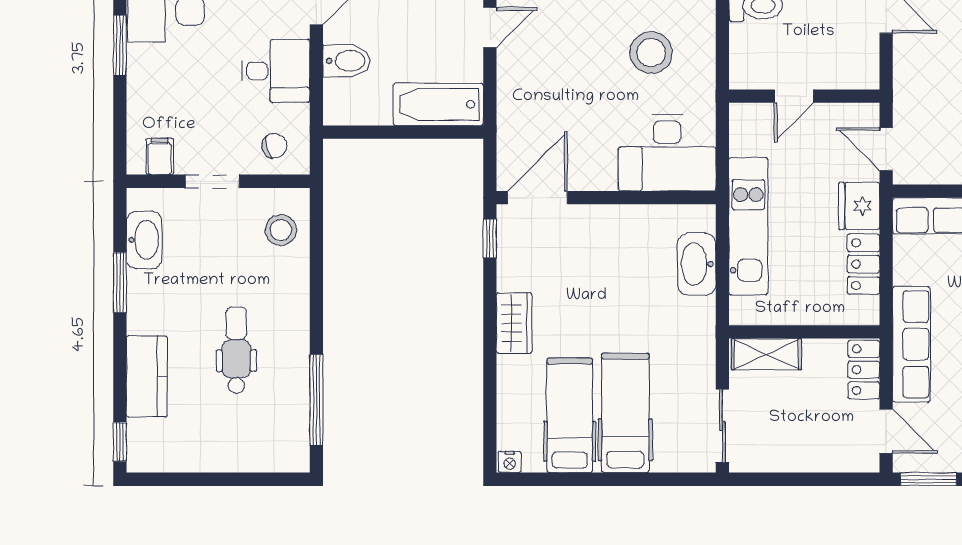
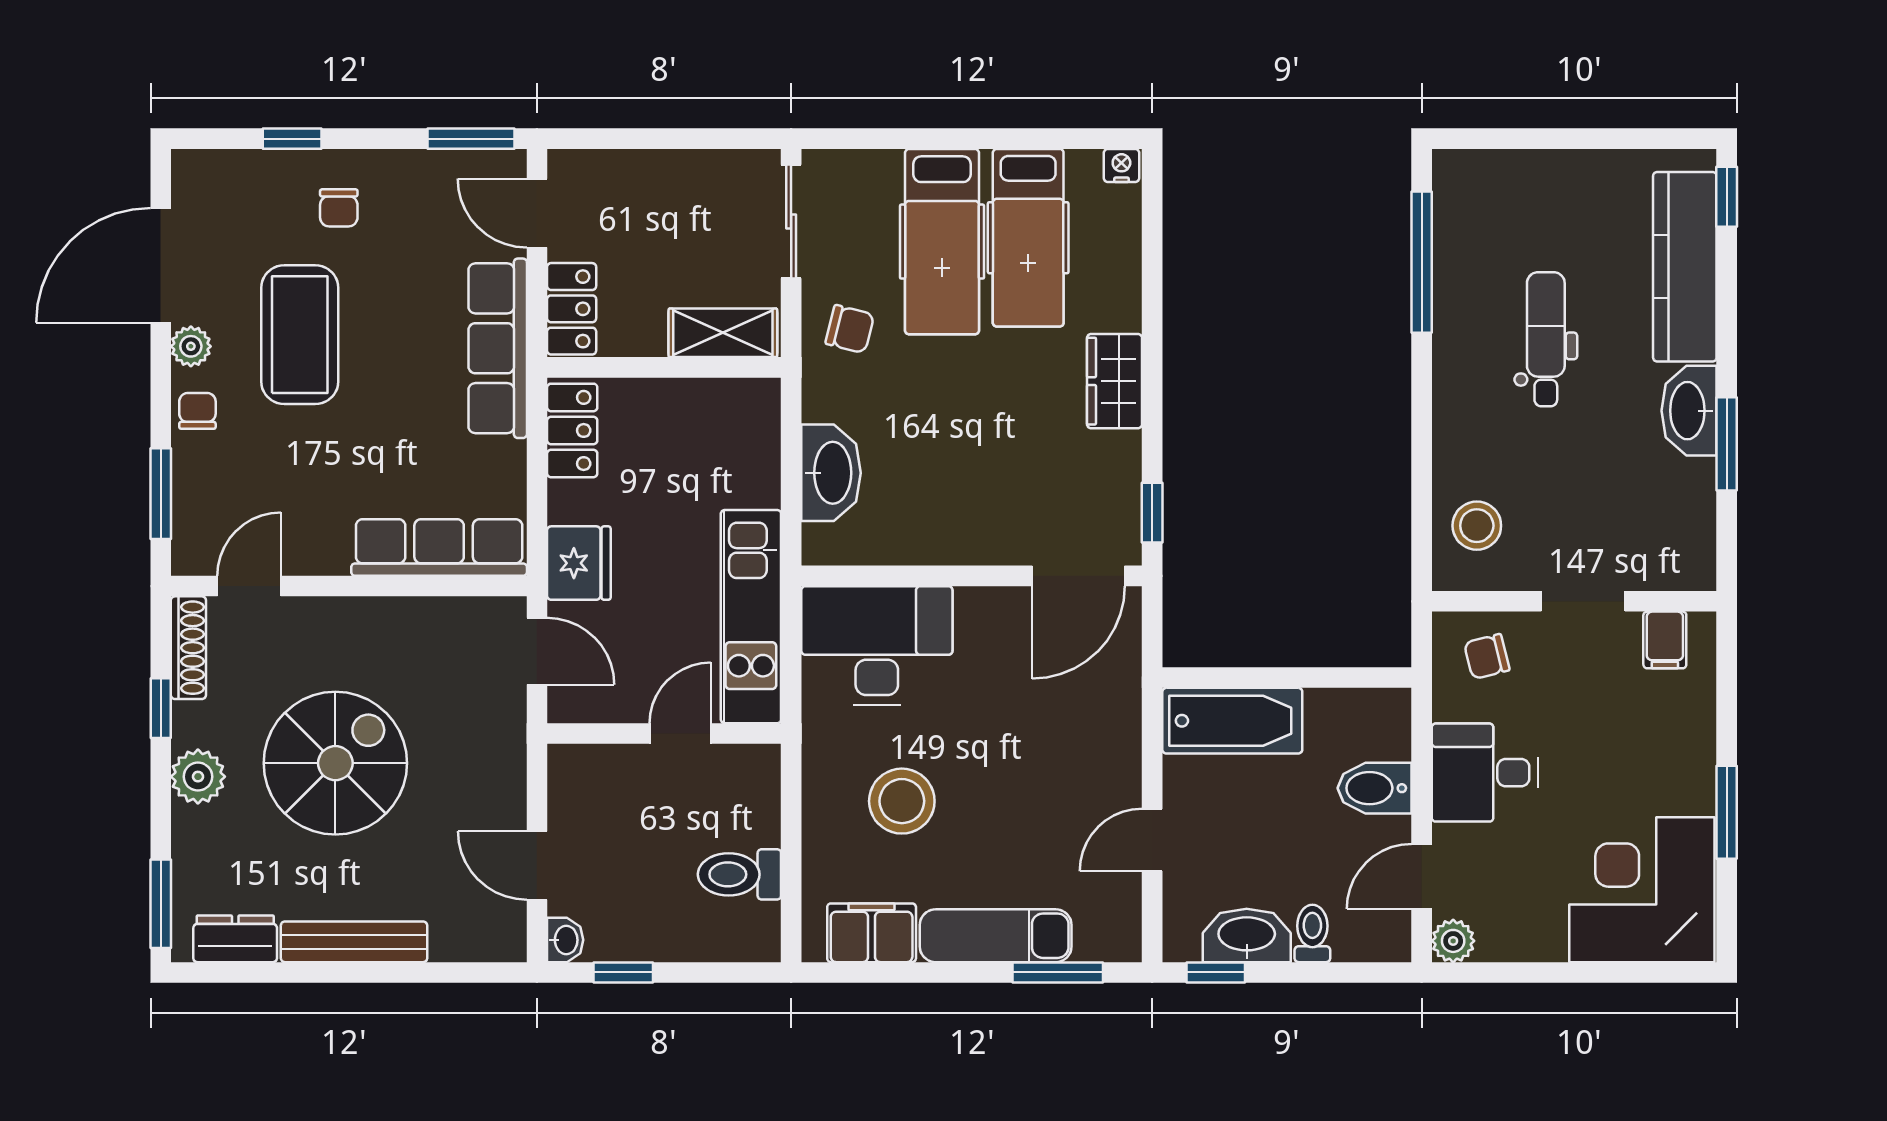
kitchen unit: (748, 226) -> (751, 617), moved
washbasin: (144, 240) -> (1689, 411), moved
locker: (863, 264) -> (572, 430), moved
dental chair: (236, 350) -> (1546, 339), turned 180
chair: (685, 357) -> (850, 329), added
kitchen counter: (147, 376) -> (1685, 267), width x1.50

